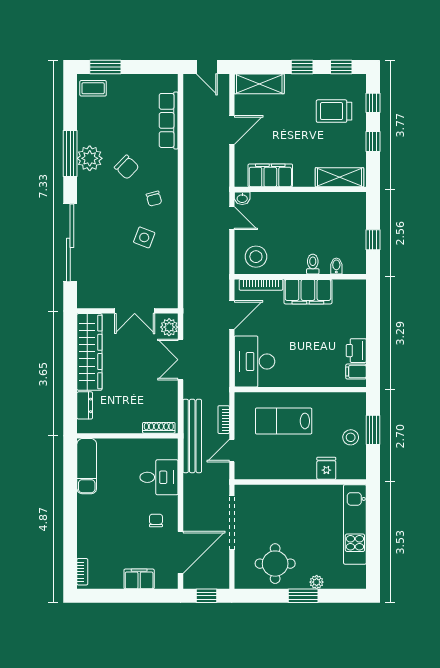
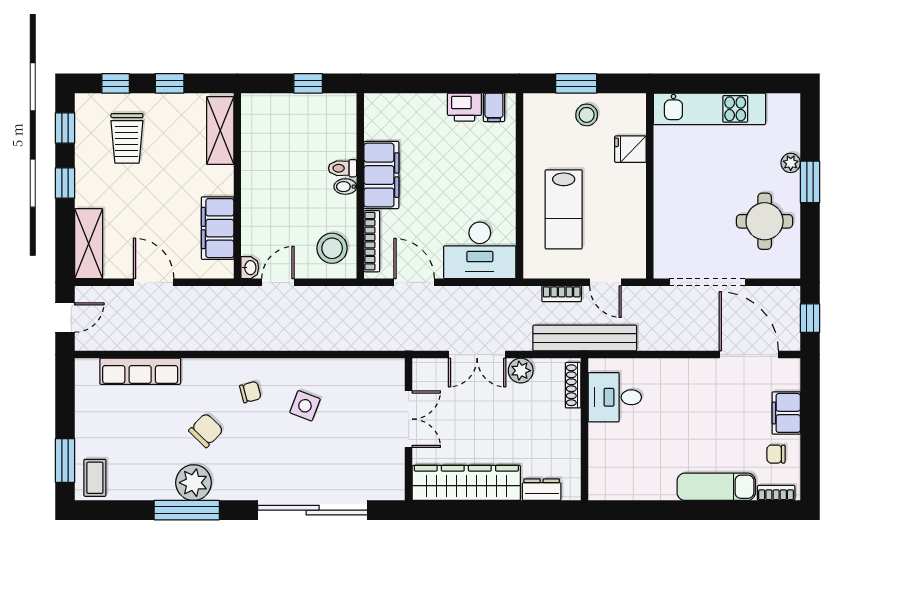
bidet: (336, 266) -> (345, 187), moved
plant: (169, 327) -> (521, 371), moved
exam couch: (87, 466) -> (716, 487), moved
desk: (159, 477) -> (615, 397), moved, turned -90
chair: (156, 520) -> (776, 454), moved

